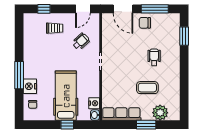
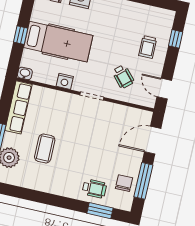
chair: (145, 23) -> (124, 183), moved
wheelchair: (154, 57) -> (94, 189), moved
nightstand: (94, 103) -> (65, 81), moved

